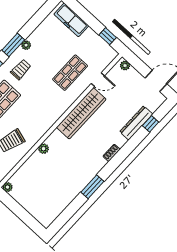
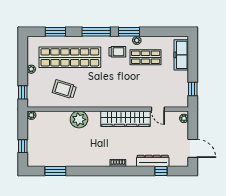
shop shelf: (70, 73) -> (146, 57), moved
plant: (44, 149) -> (79, 119), width x1.88, depth x1.88
window: (92, 187) -> (55, 171), moved
window: (26, 218) -> (23, 146), added

